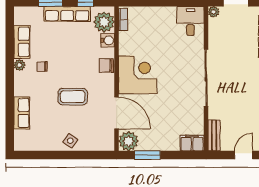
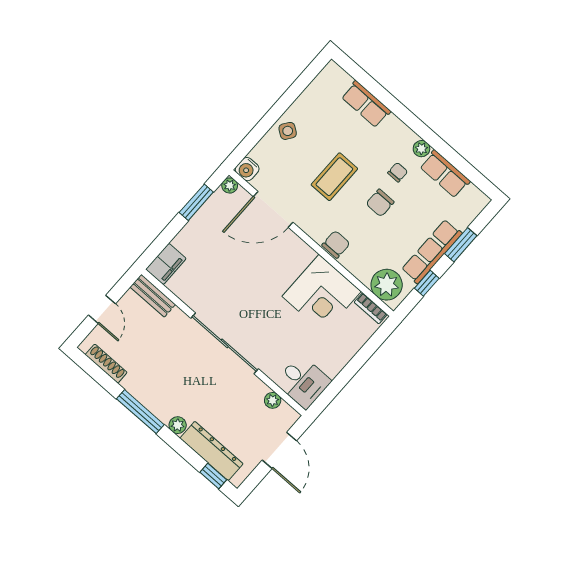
plant: (214, 12) -> (273, 400), moved
water cooler: (108, 40) -> (247, 169), moved
chair: (66, 62) -> (380, 203), added
corner desk: (138, 75) -> (322, 294), moved
plant: (128, 141) -> (230, 185), width x0.53, depth x0.53

